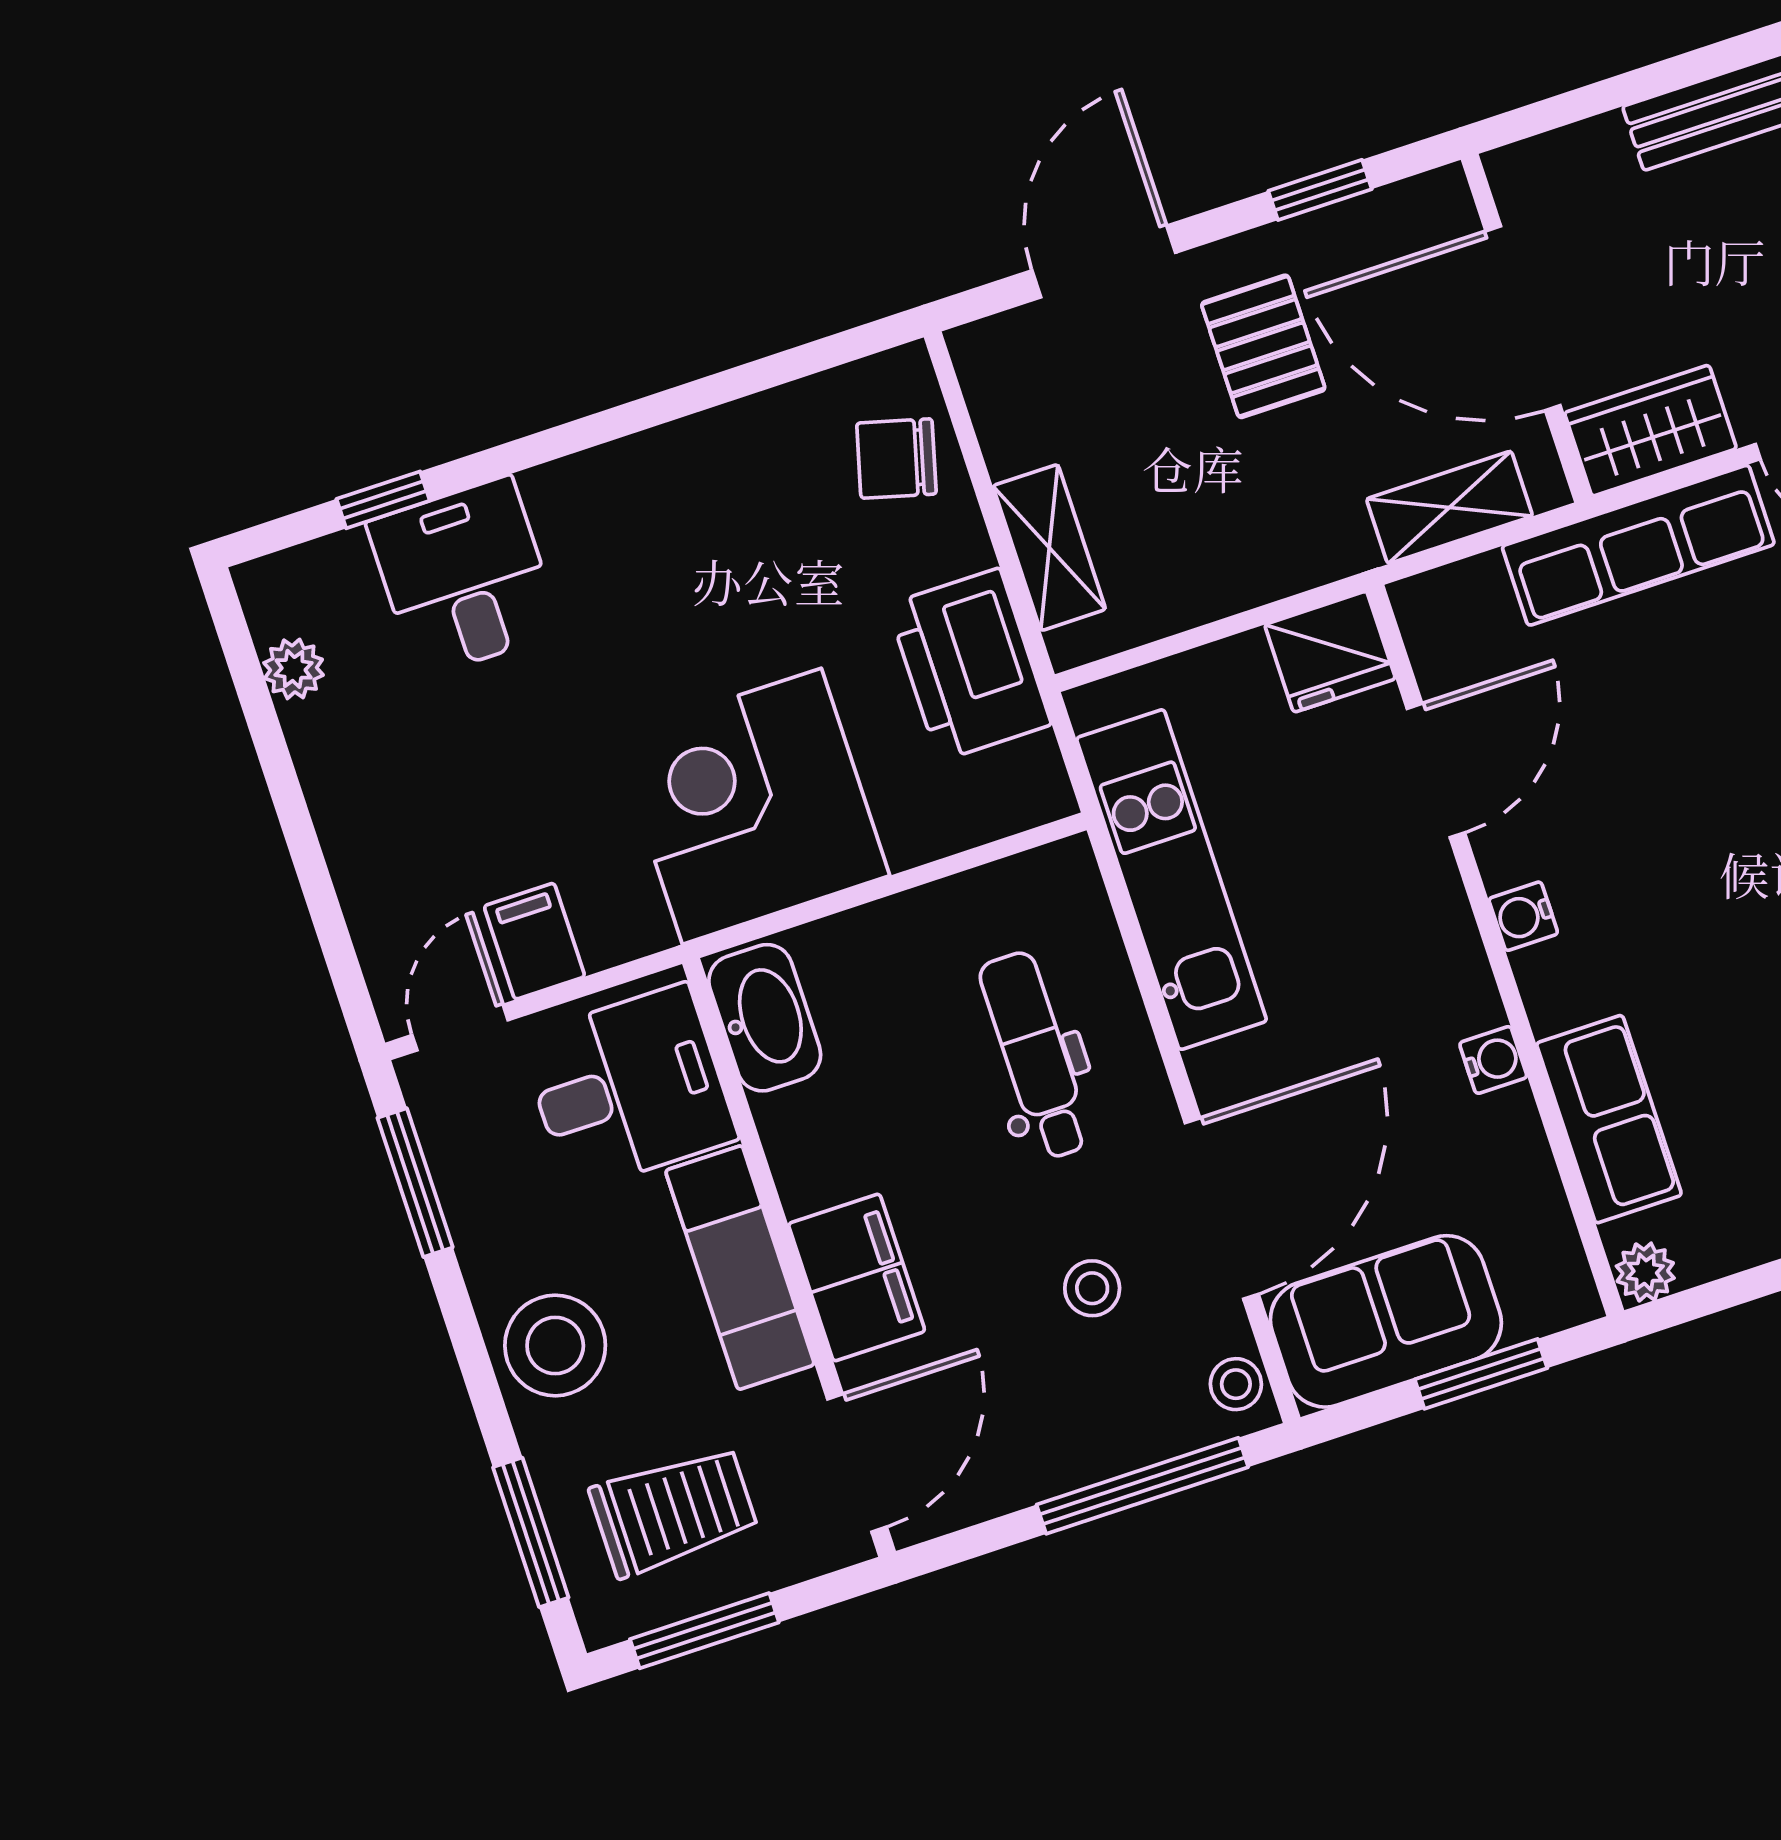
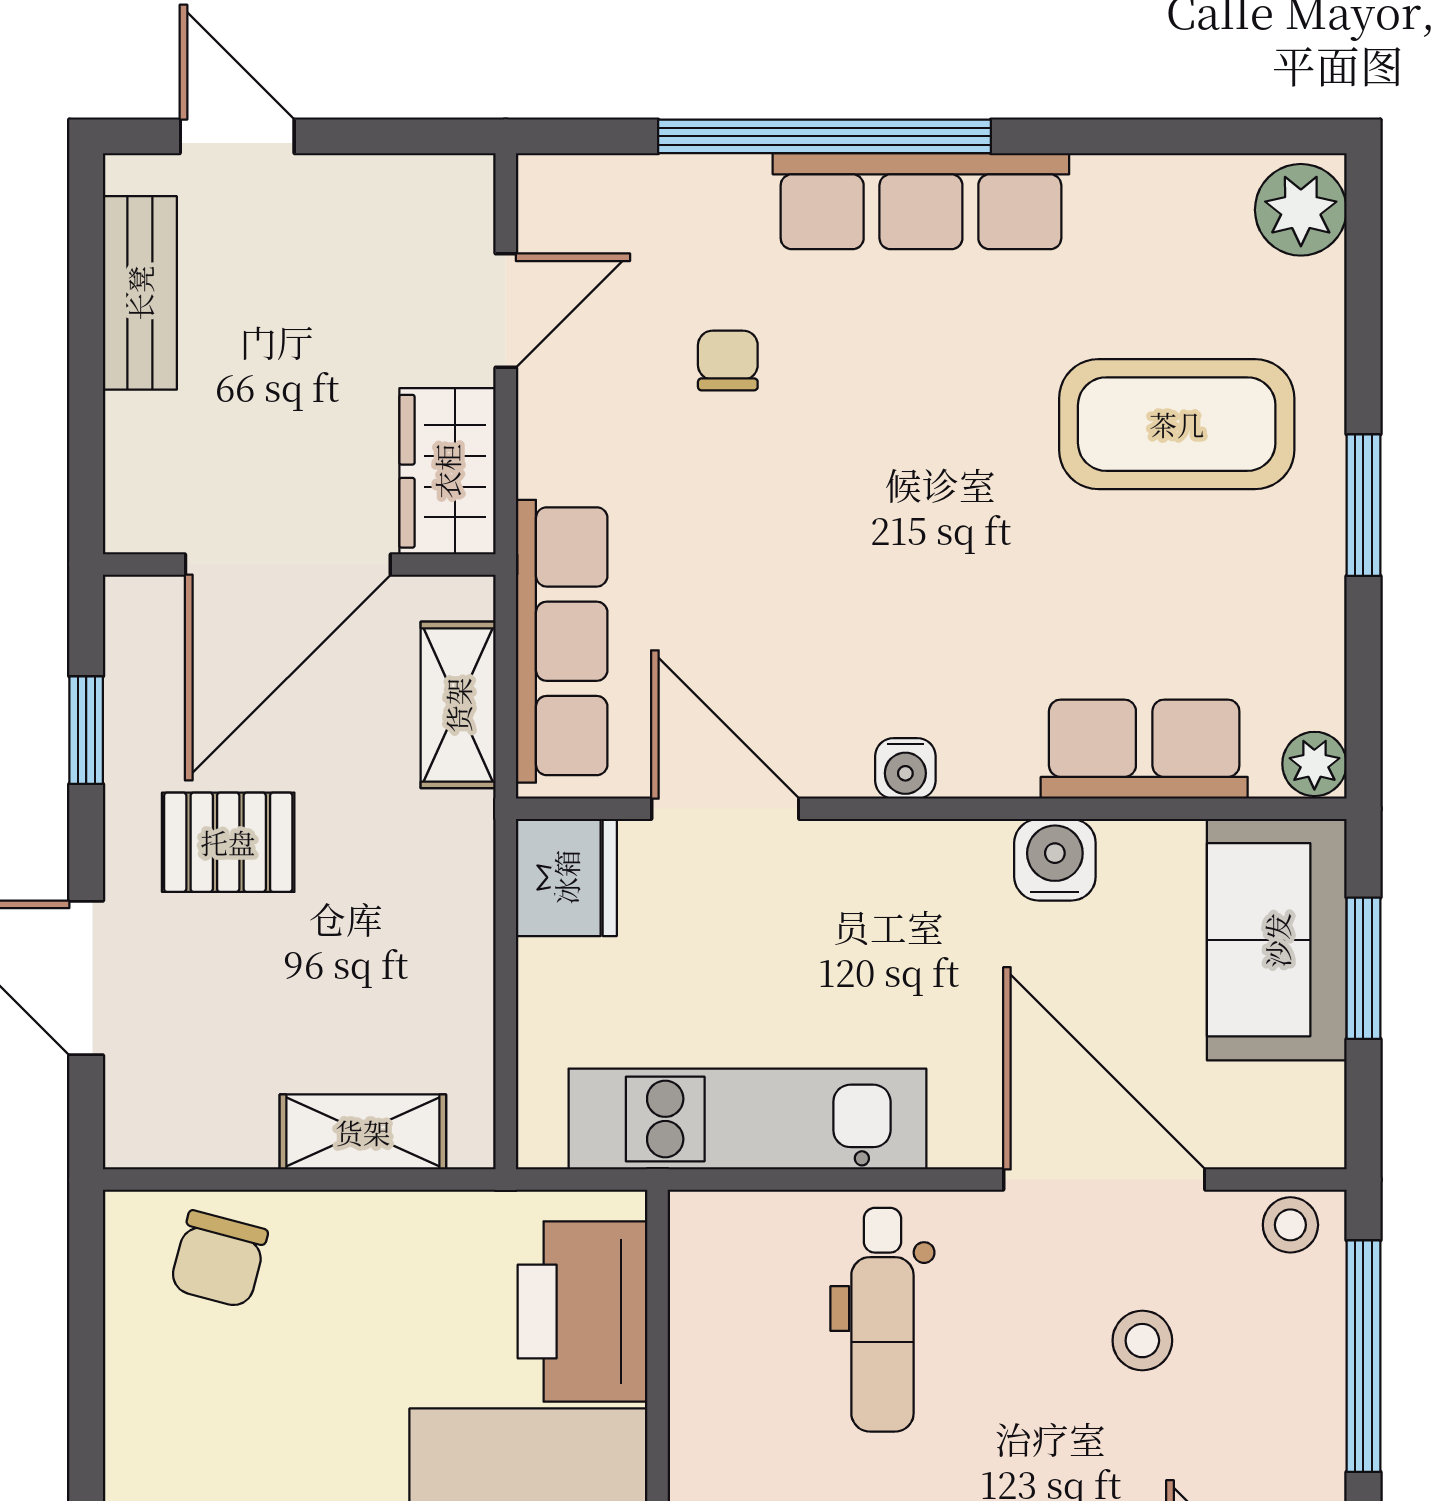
row of seats: (1638, 545) -> (562, 641), moved
printer: (969, 665) -> (582, 1312), moved, turned 90
dental chair: (1035, 1055) -> (882, 1320), turned -90
water cooler: (1493, 1060) -> (1055, 860), width x1.38, depth x1.38
sofa: (1386, 1321) -> (1277, 940), moved

